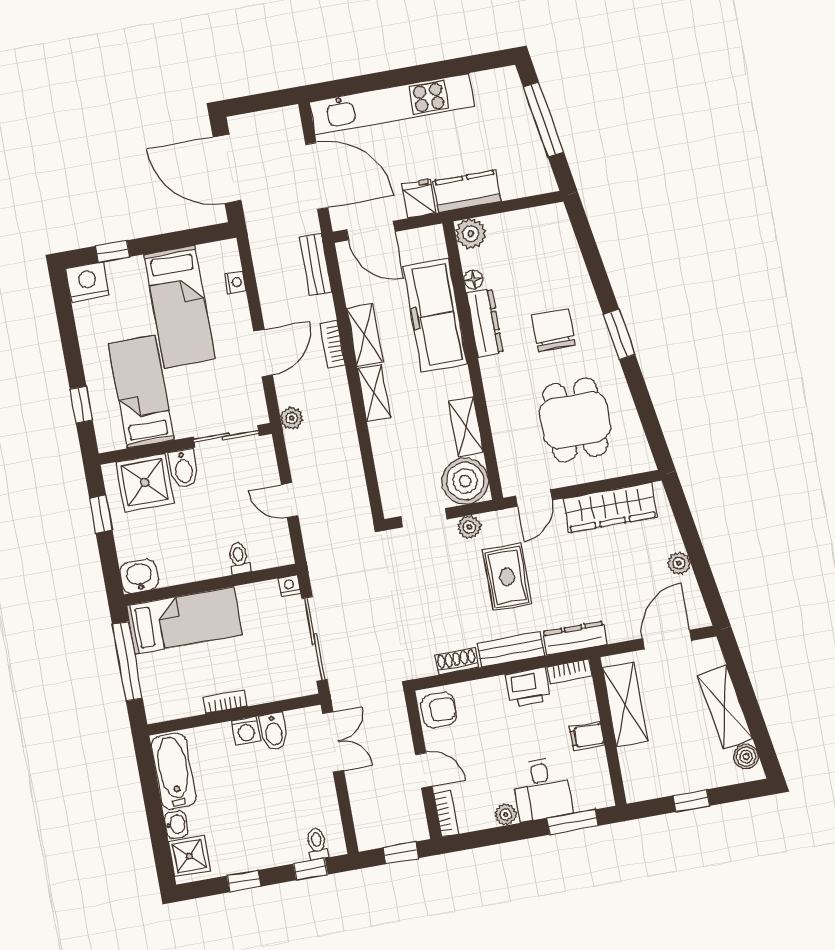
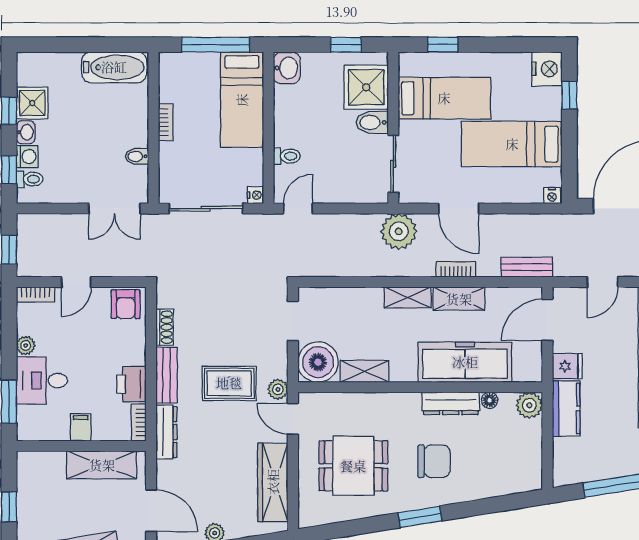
door: (317, 176) -> (603, 282), width x0.53
nightstand: (235, 282) -> (552, 196), moved
plant: (292, 418) -> (399, 231), width x1.88, depth x1.88
door: (290, 500) -> (298, 209), moved
plant: (469, 527) -> (278, 389), moved
washing machine: (246, 731) -> (27, 157), moved, turned 180
bidet: (274, 731) -> (137, 156), width x0.72, depth x0.74
washbasin: (176, 824) -> (26, 132), moved, turned -90
shower: (189, 856) -> (32, 103), moved

